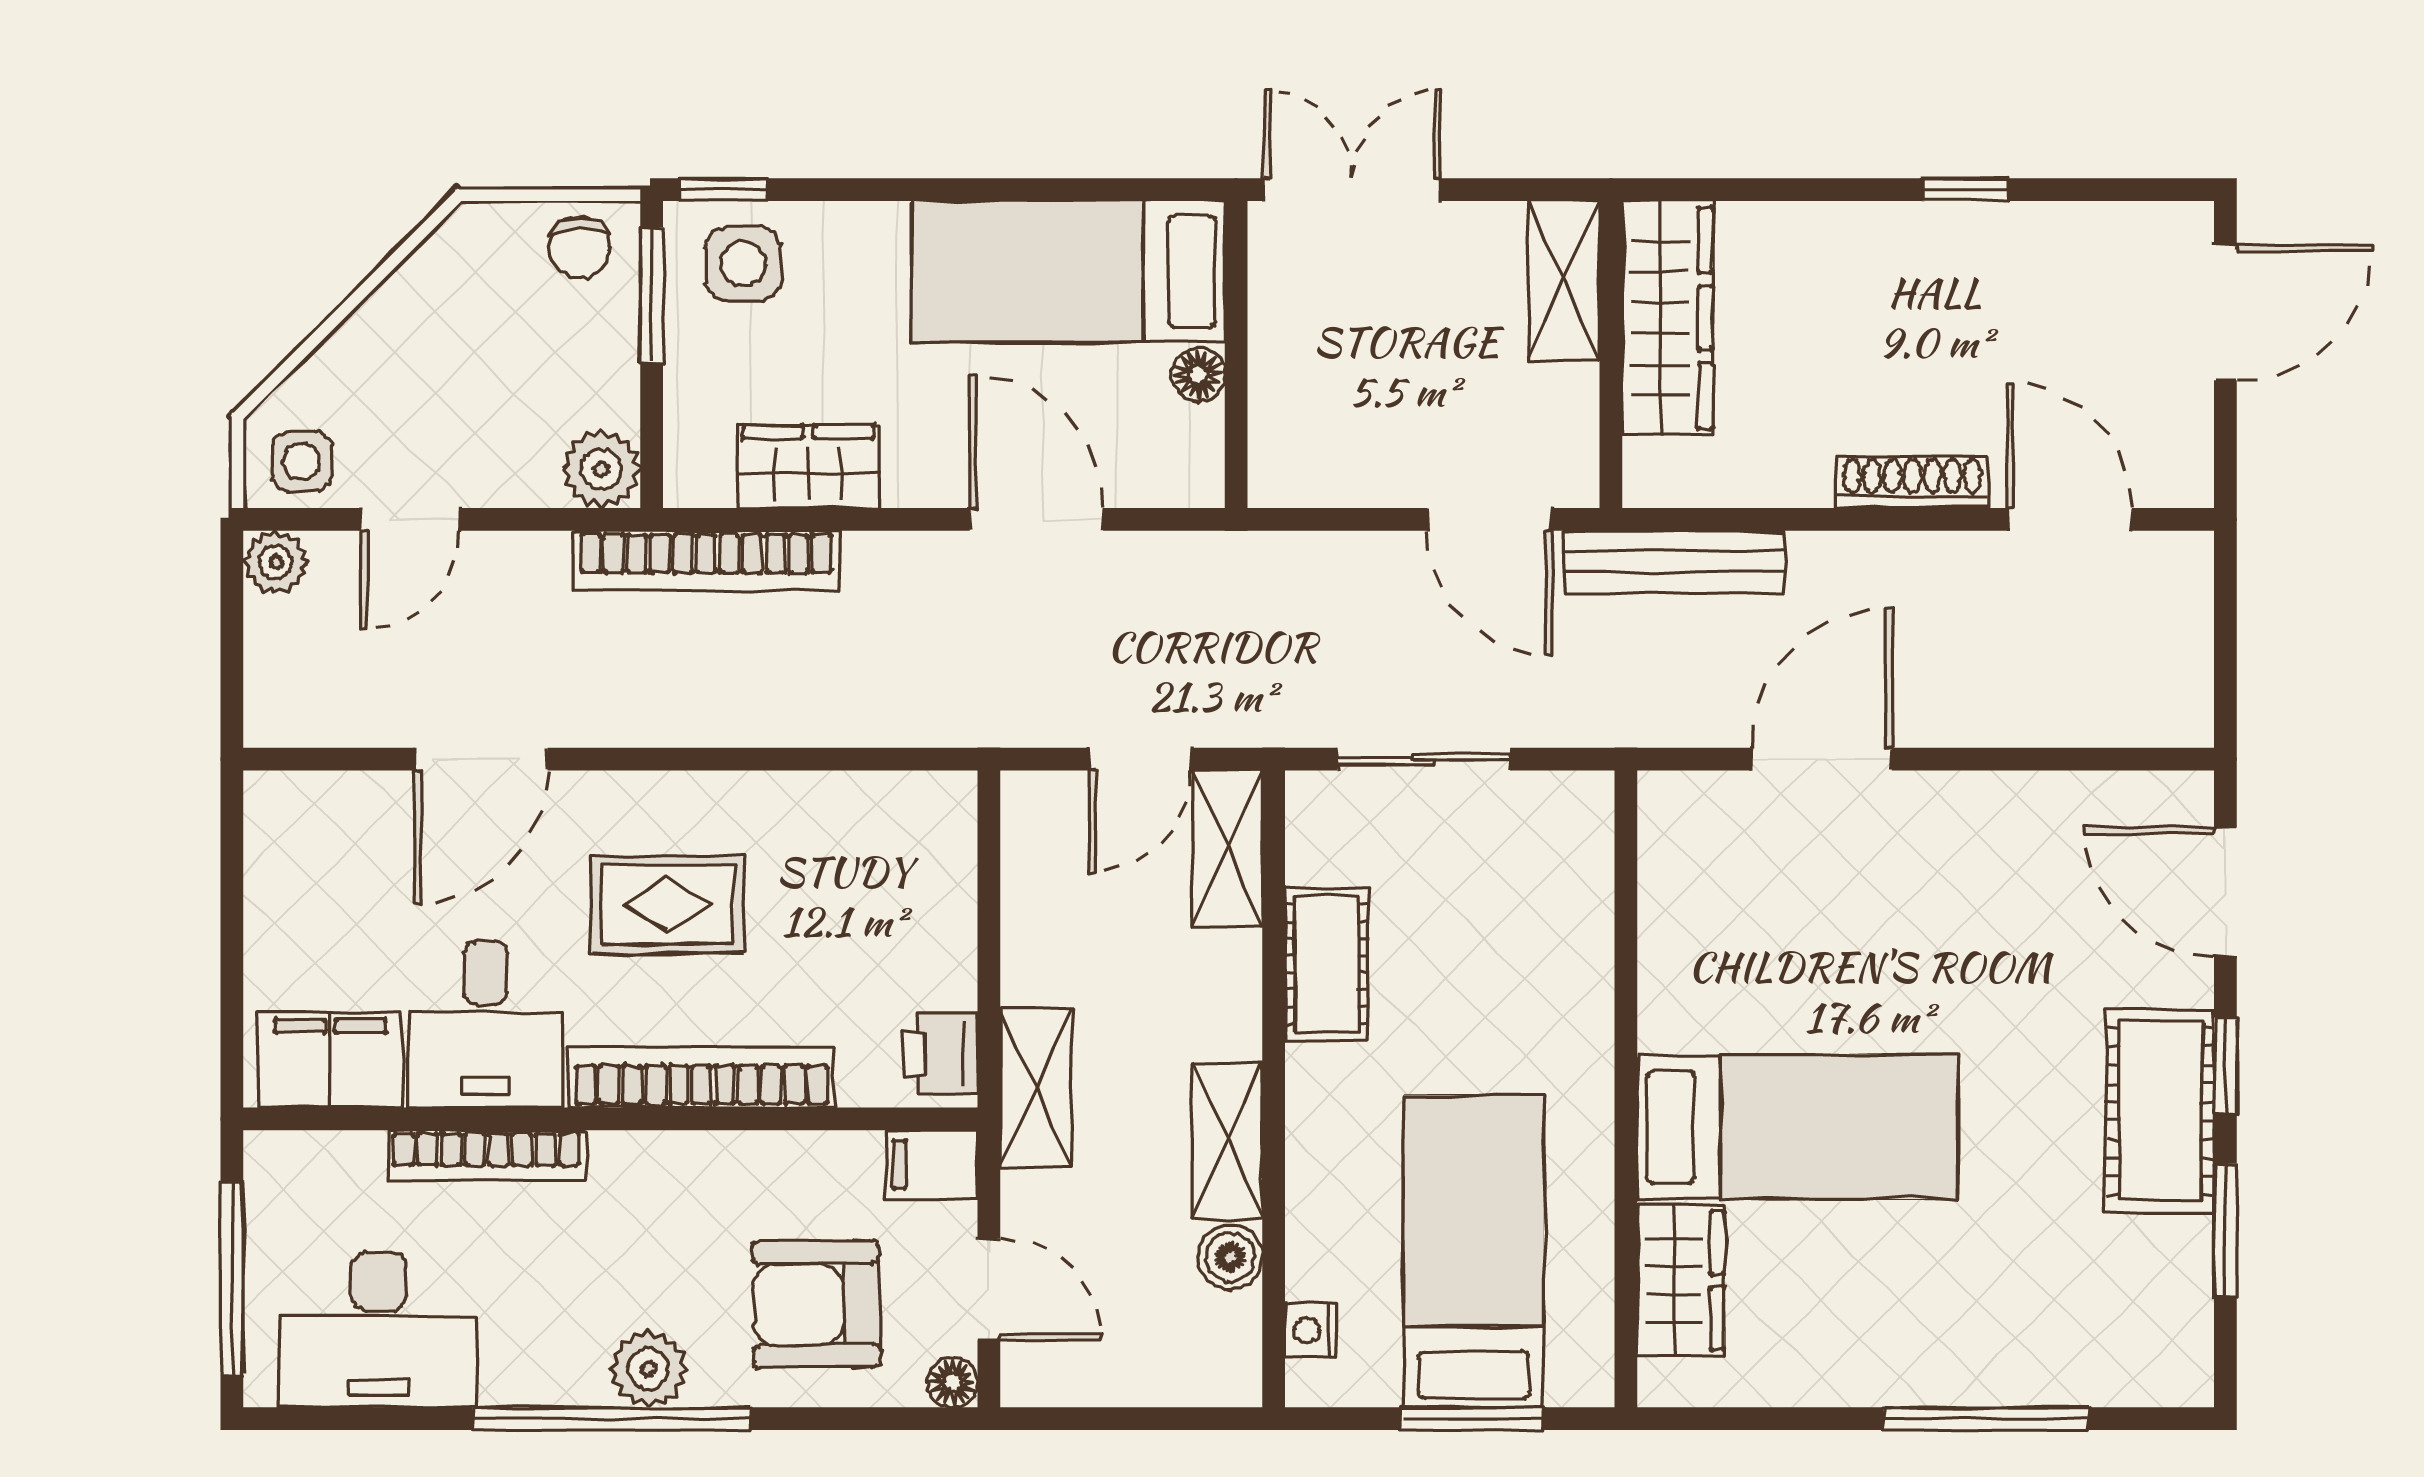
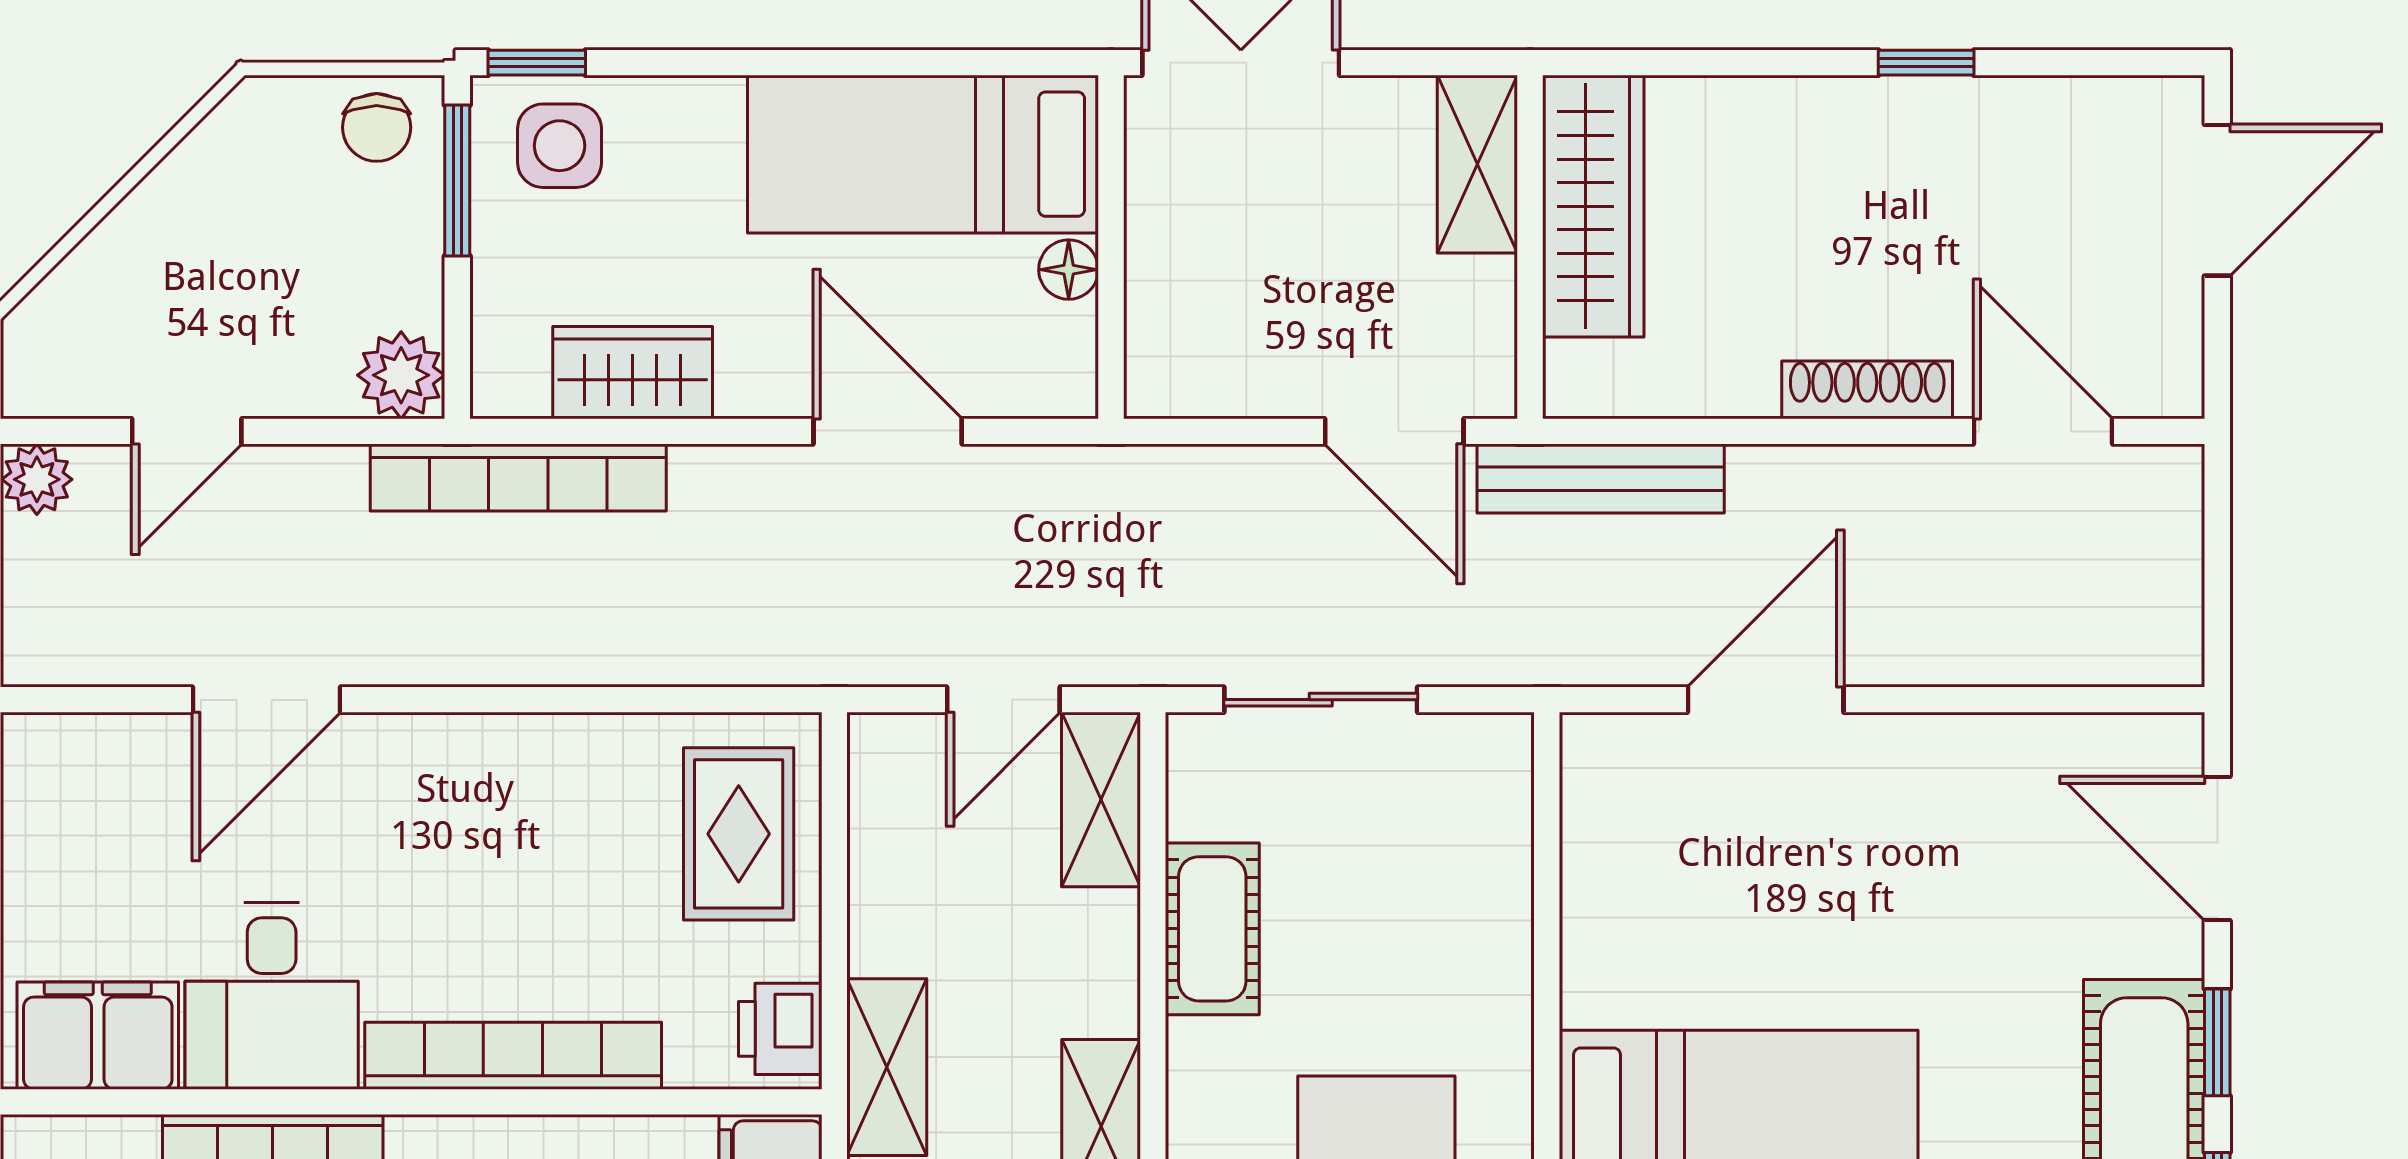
side table: (302, 461) -> (66, 367), removed
rug: (668, 905) -> (739, 834), moved, turned 90

